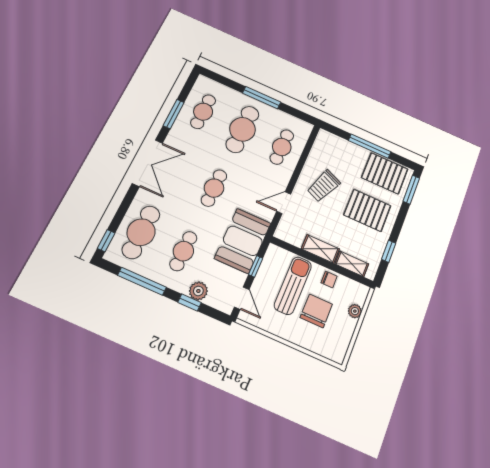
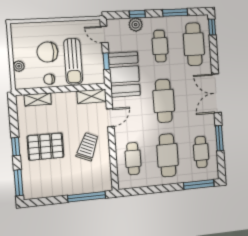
window: (262, 98) -> (199, 185), moved
window: (370, 146) -> (87, 197), moved
pallet: (385, 173) -> (46, 184), removed
cafe table: (214, 188) -> (164, 101), width x1.37, depth x1.35
shelving: (320, 249) -> (92, 96), moved
window: (389, 251) -> (16, 147), moved
window: (142, 281) -> (175, 12), width x0.69
chair: (316, 311) -> (47, 52), turned 90

